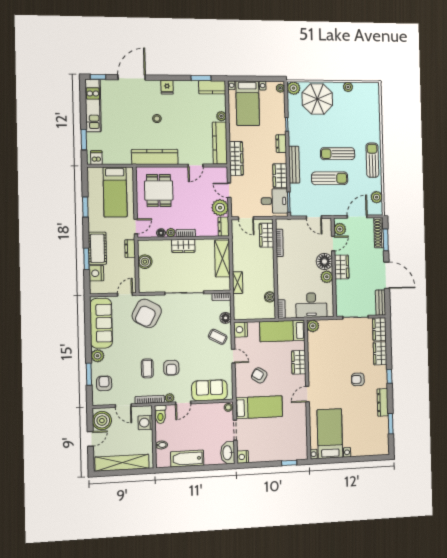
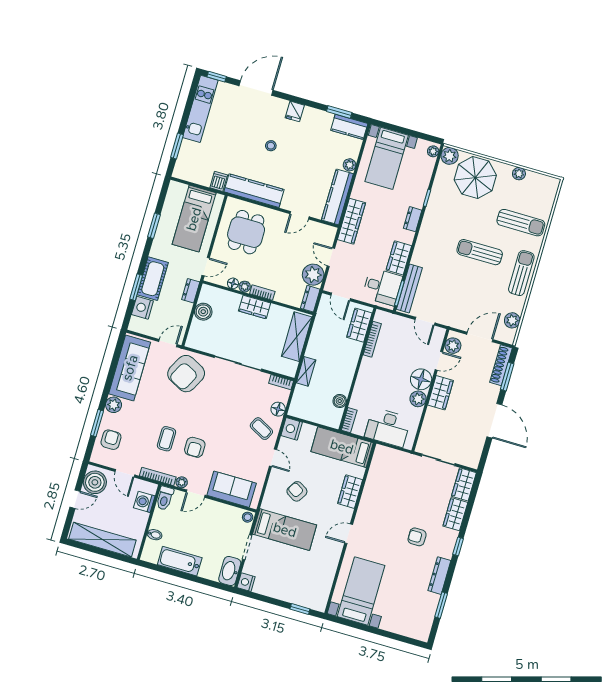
dishwasher: (96, 158) -> (219, 181), moved
bench: (294, 165) -> (409, 288), moved
sun lounger: (330, 178) -> (521, 223), moved
bench: (380, 303) -> (476, 452), removed
plant: (313, 326) -> (382, 453), removed

